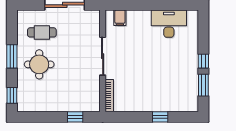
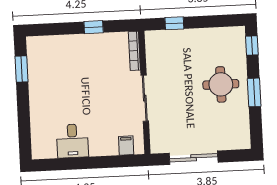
desk: (169, 24) -> (72, 141), width x0.73
cafe table: (42, 32) -> (219, 123), removed
window: (203, 61) -> (23, 98), removed
window: (160, 117) -> (94, 27), moved

